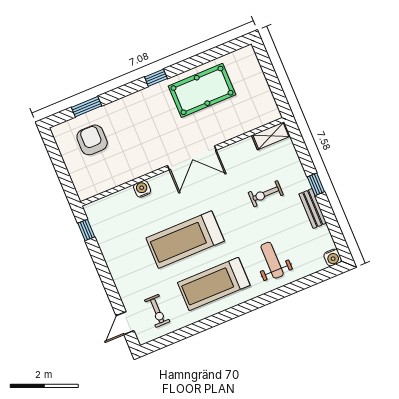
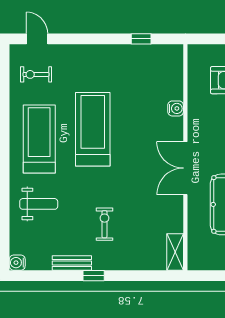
shelving: (271, 136) -> (175, 252), moved
double door: (192, 158) -> (185, 168), moved
wall: (182, 162) -> (185, 157), moved
water cooler: (142, 189) -> (176, 108), moved

